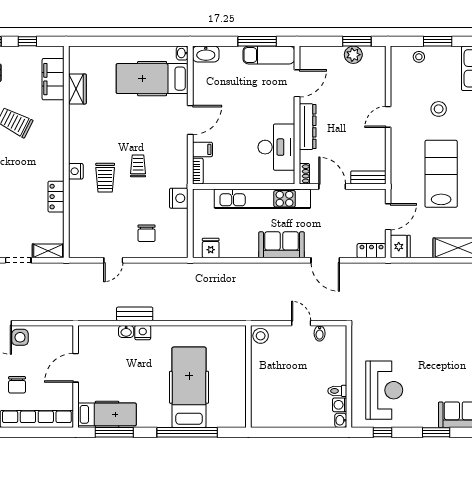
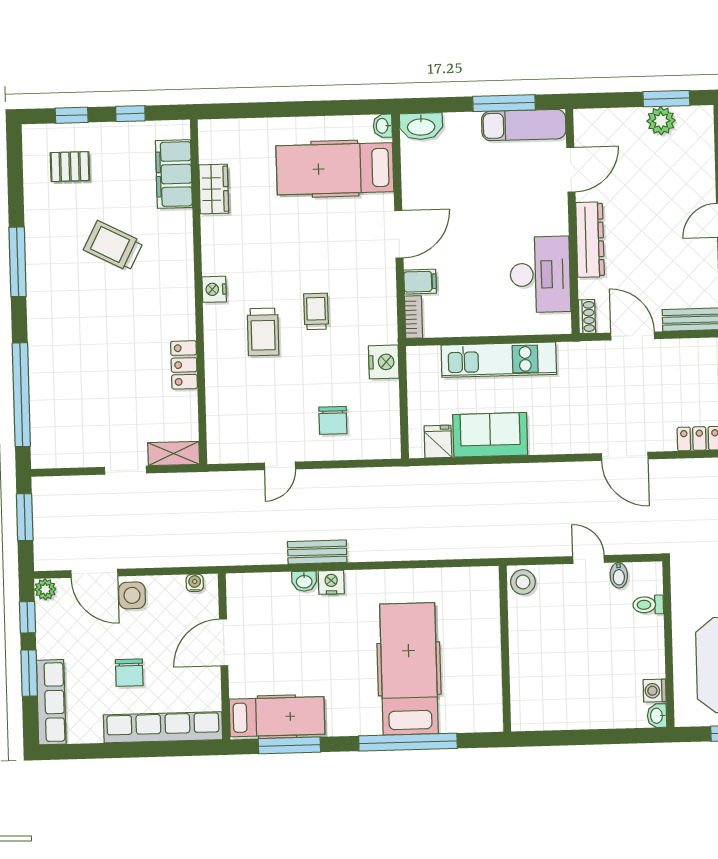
nightstand: (76, 171) -> (214, 289), moved
kitchen unit: (262, 199) -> (499, 360), width x0.73
sofa: (282, 245) -> (490, 435), moved
water cooler: (59, 331) -> (195, 583), added
toilet: (337, 391) -> (648, 605), moved

